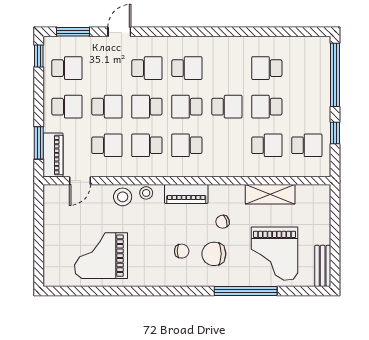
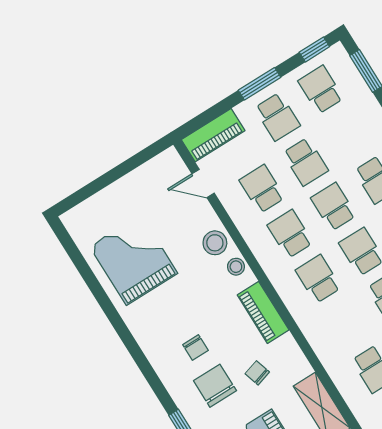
school desk: (67, 68) -> (321, 90), turned 180
window: (39, 143) -> (260, 84), moved
school desk: (107, 145) -> (262, 189), turned 180

